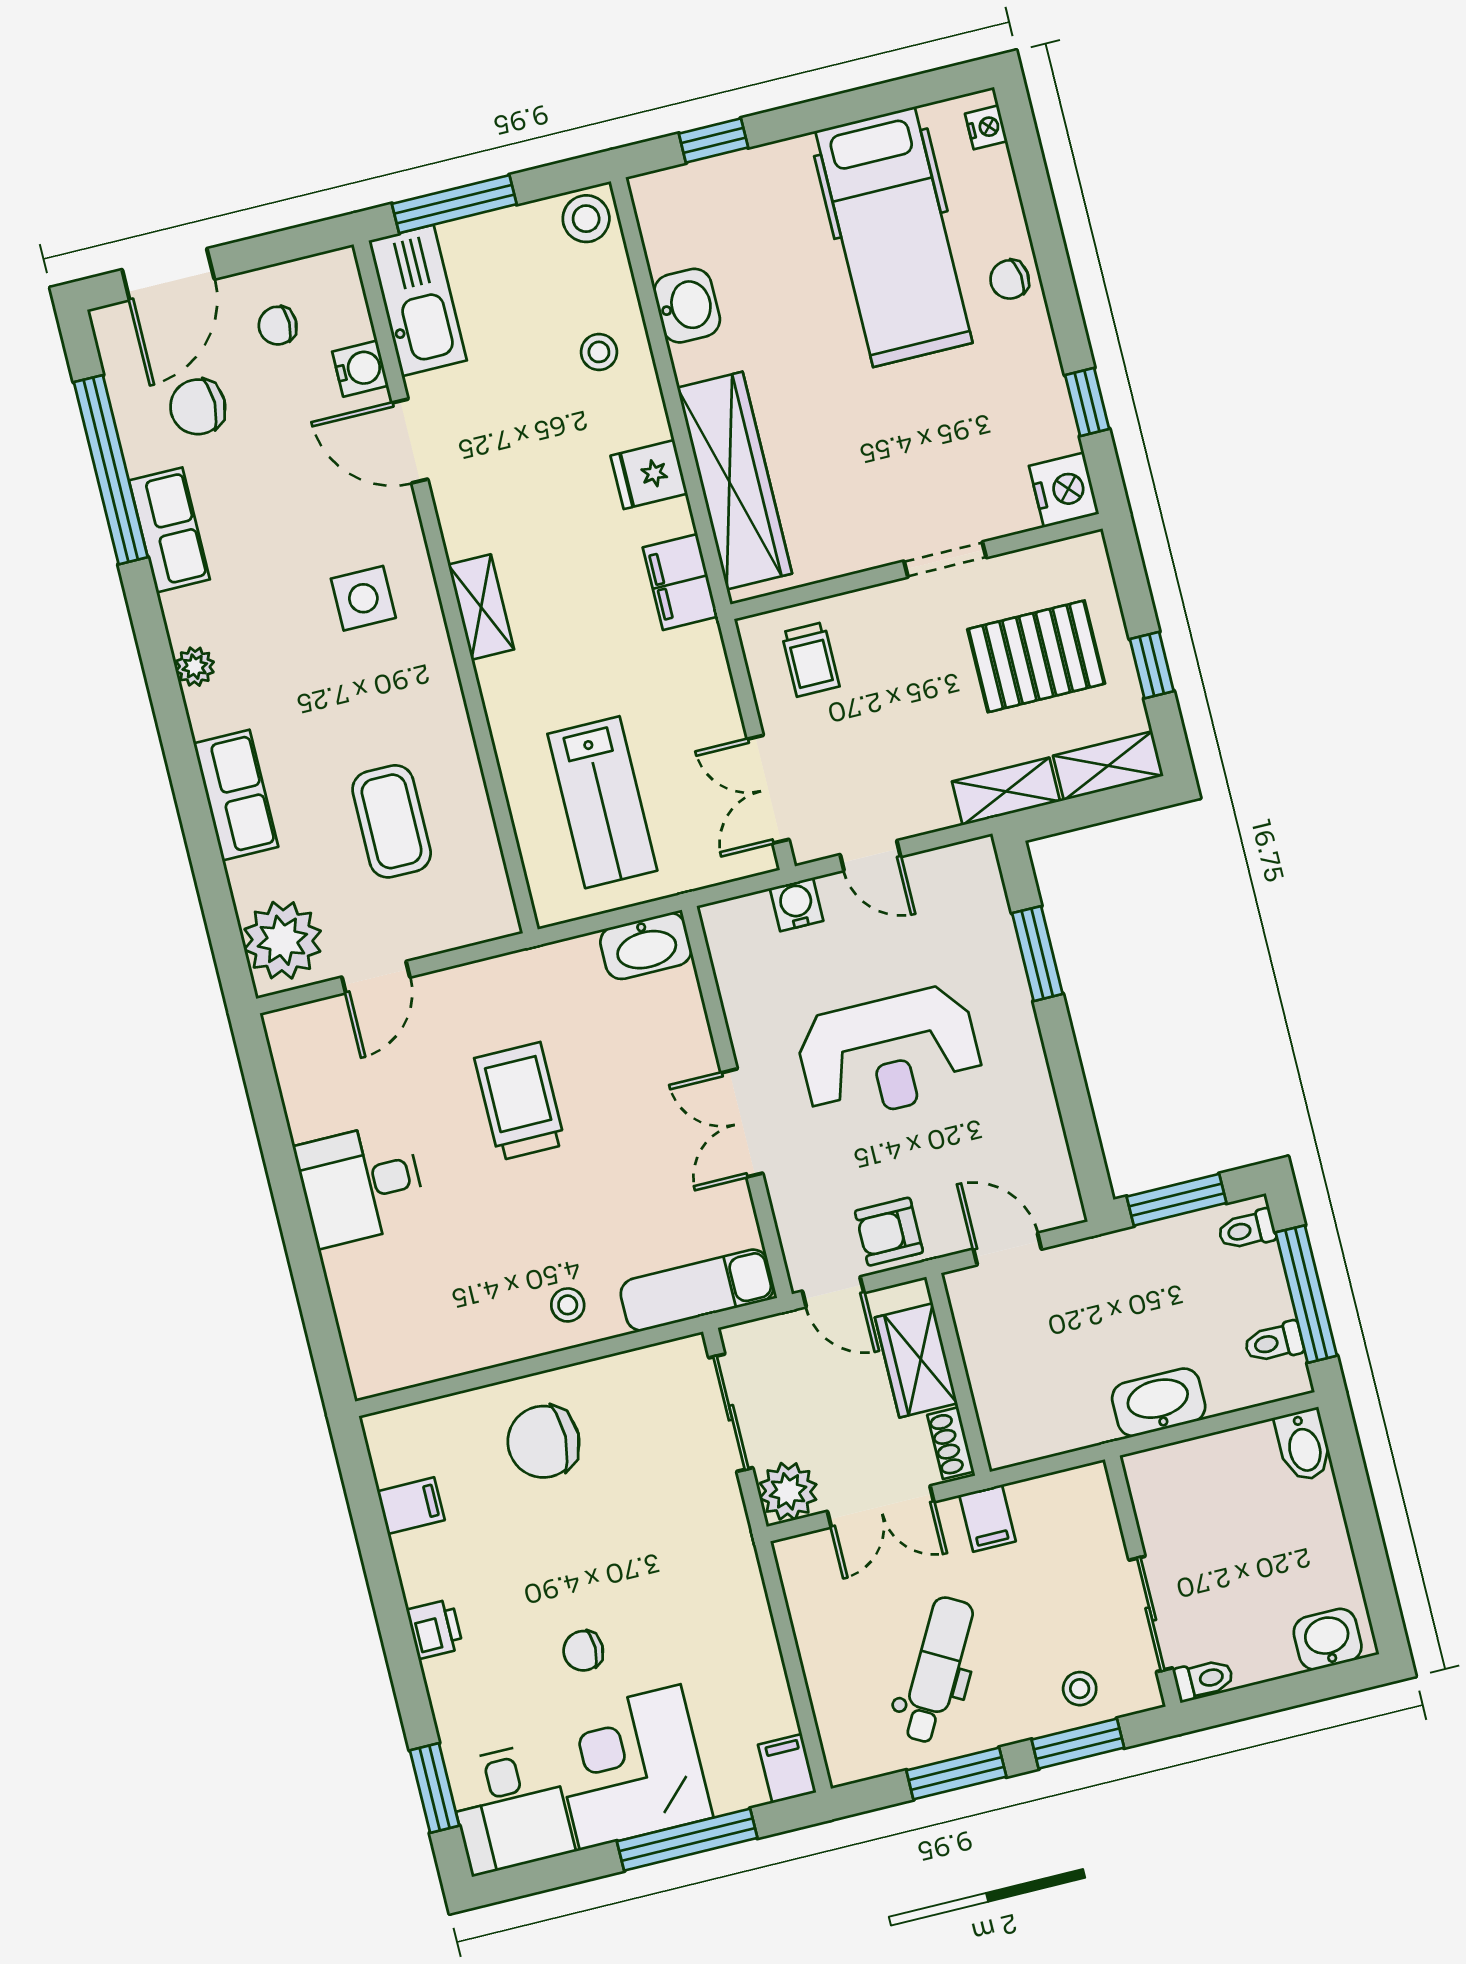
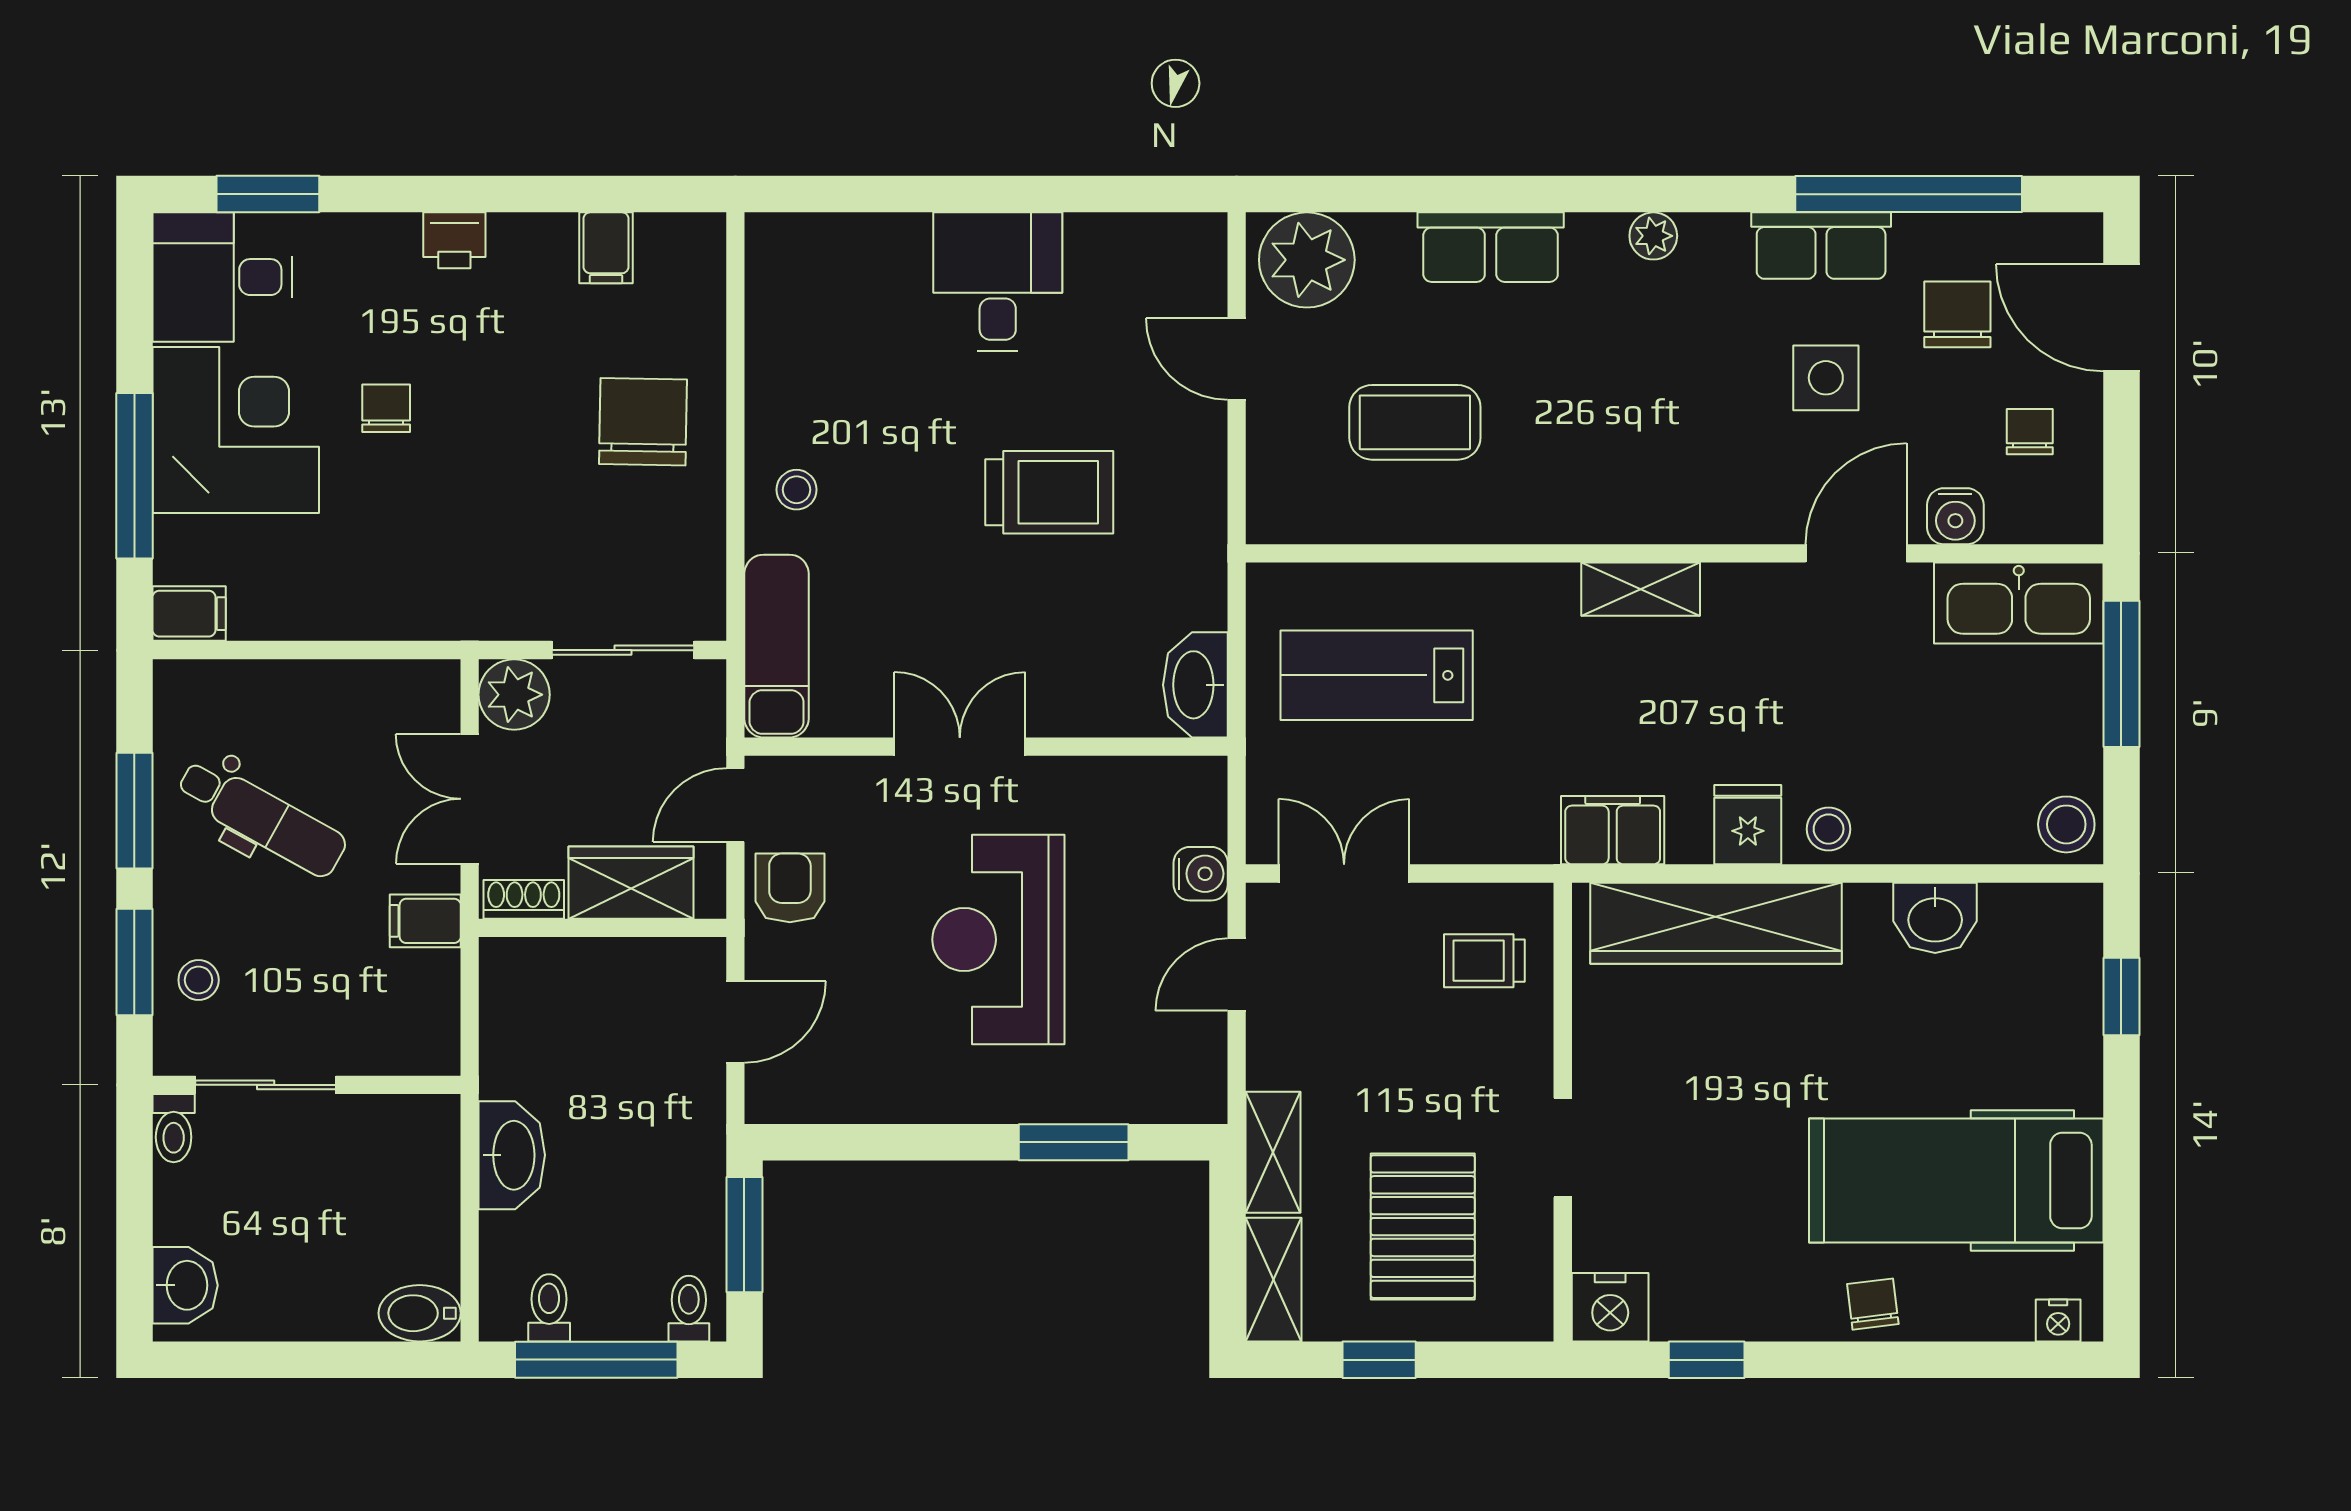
stool: (599, 352) -> (1829, 829), moved
side table: (363, 598) -> (1826, 378), moved

